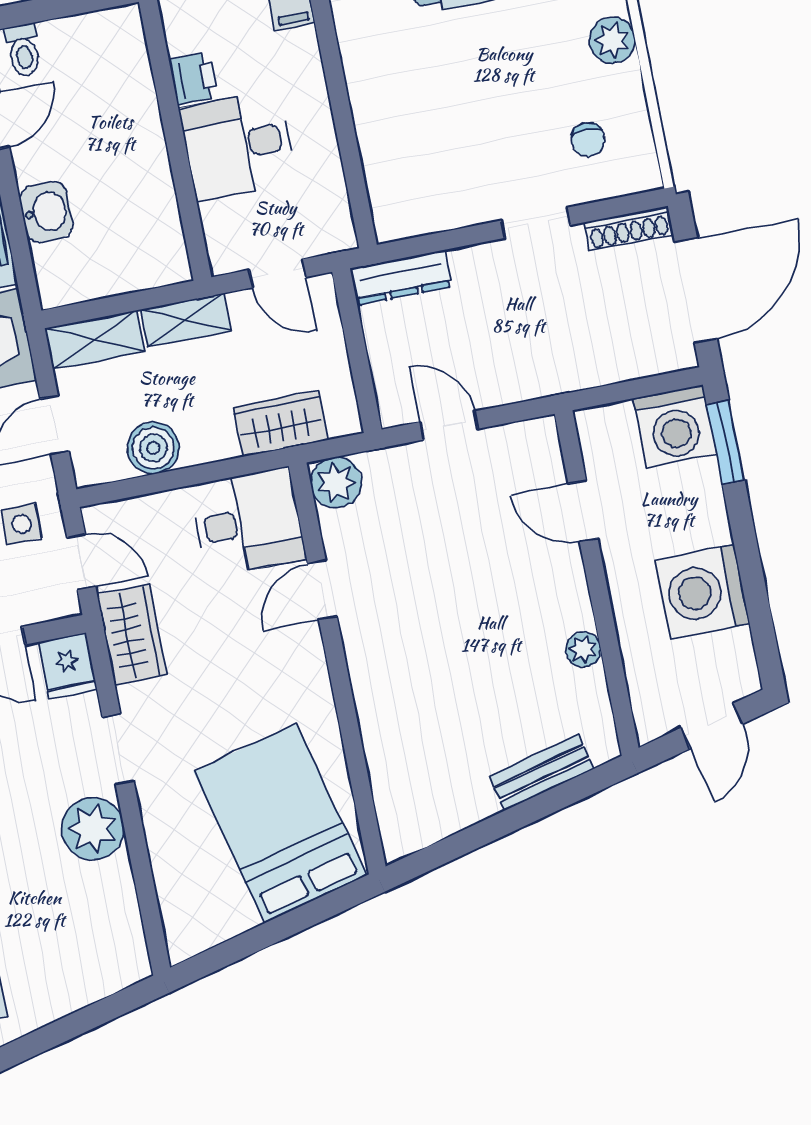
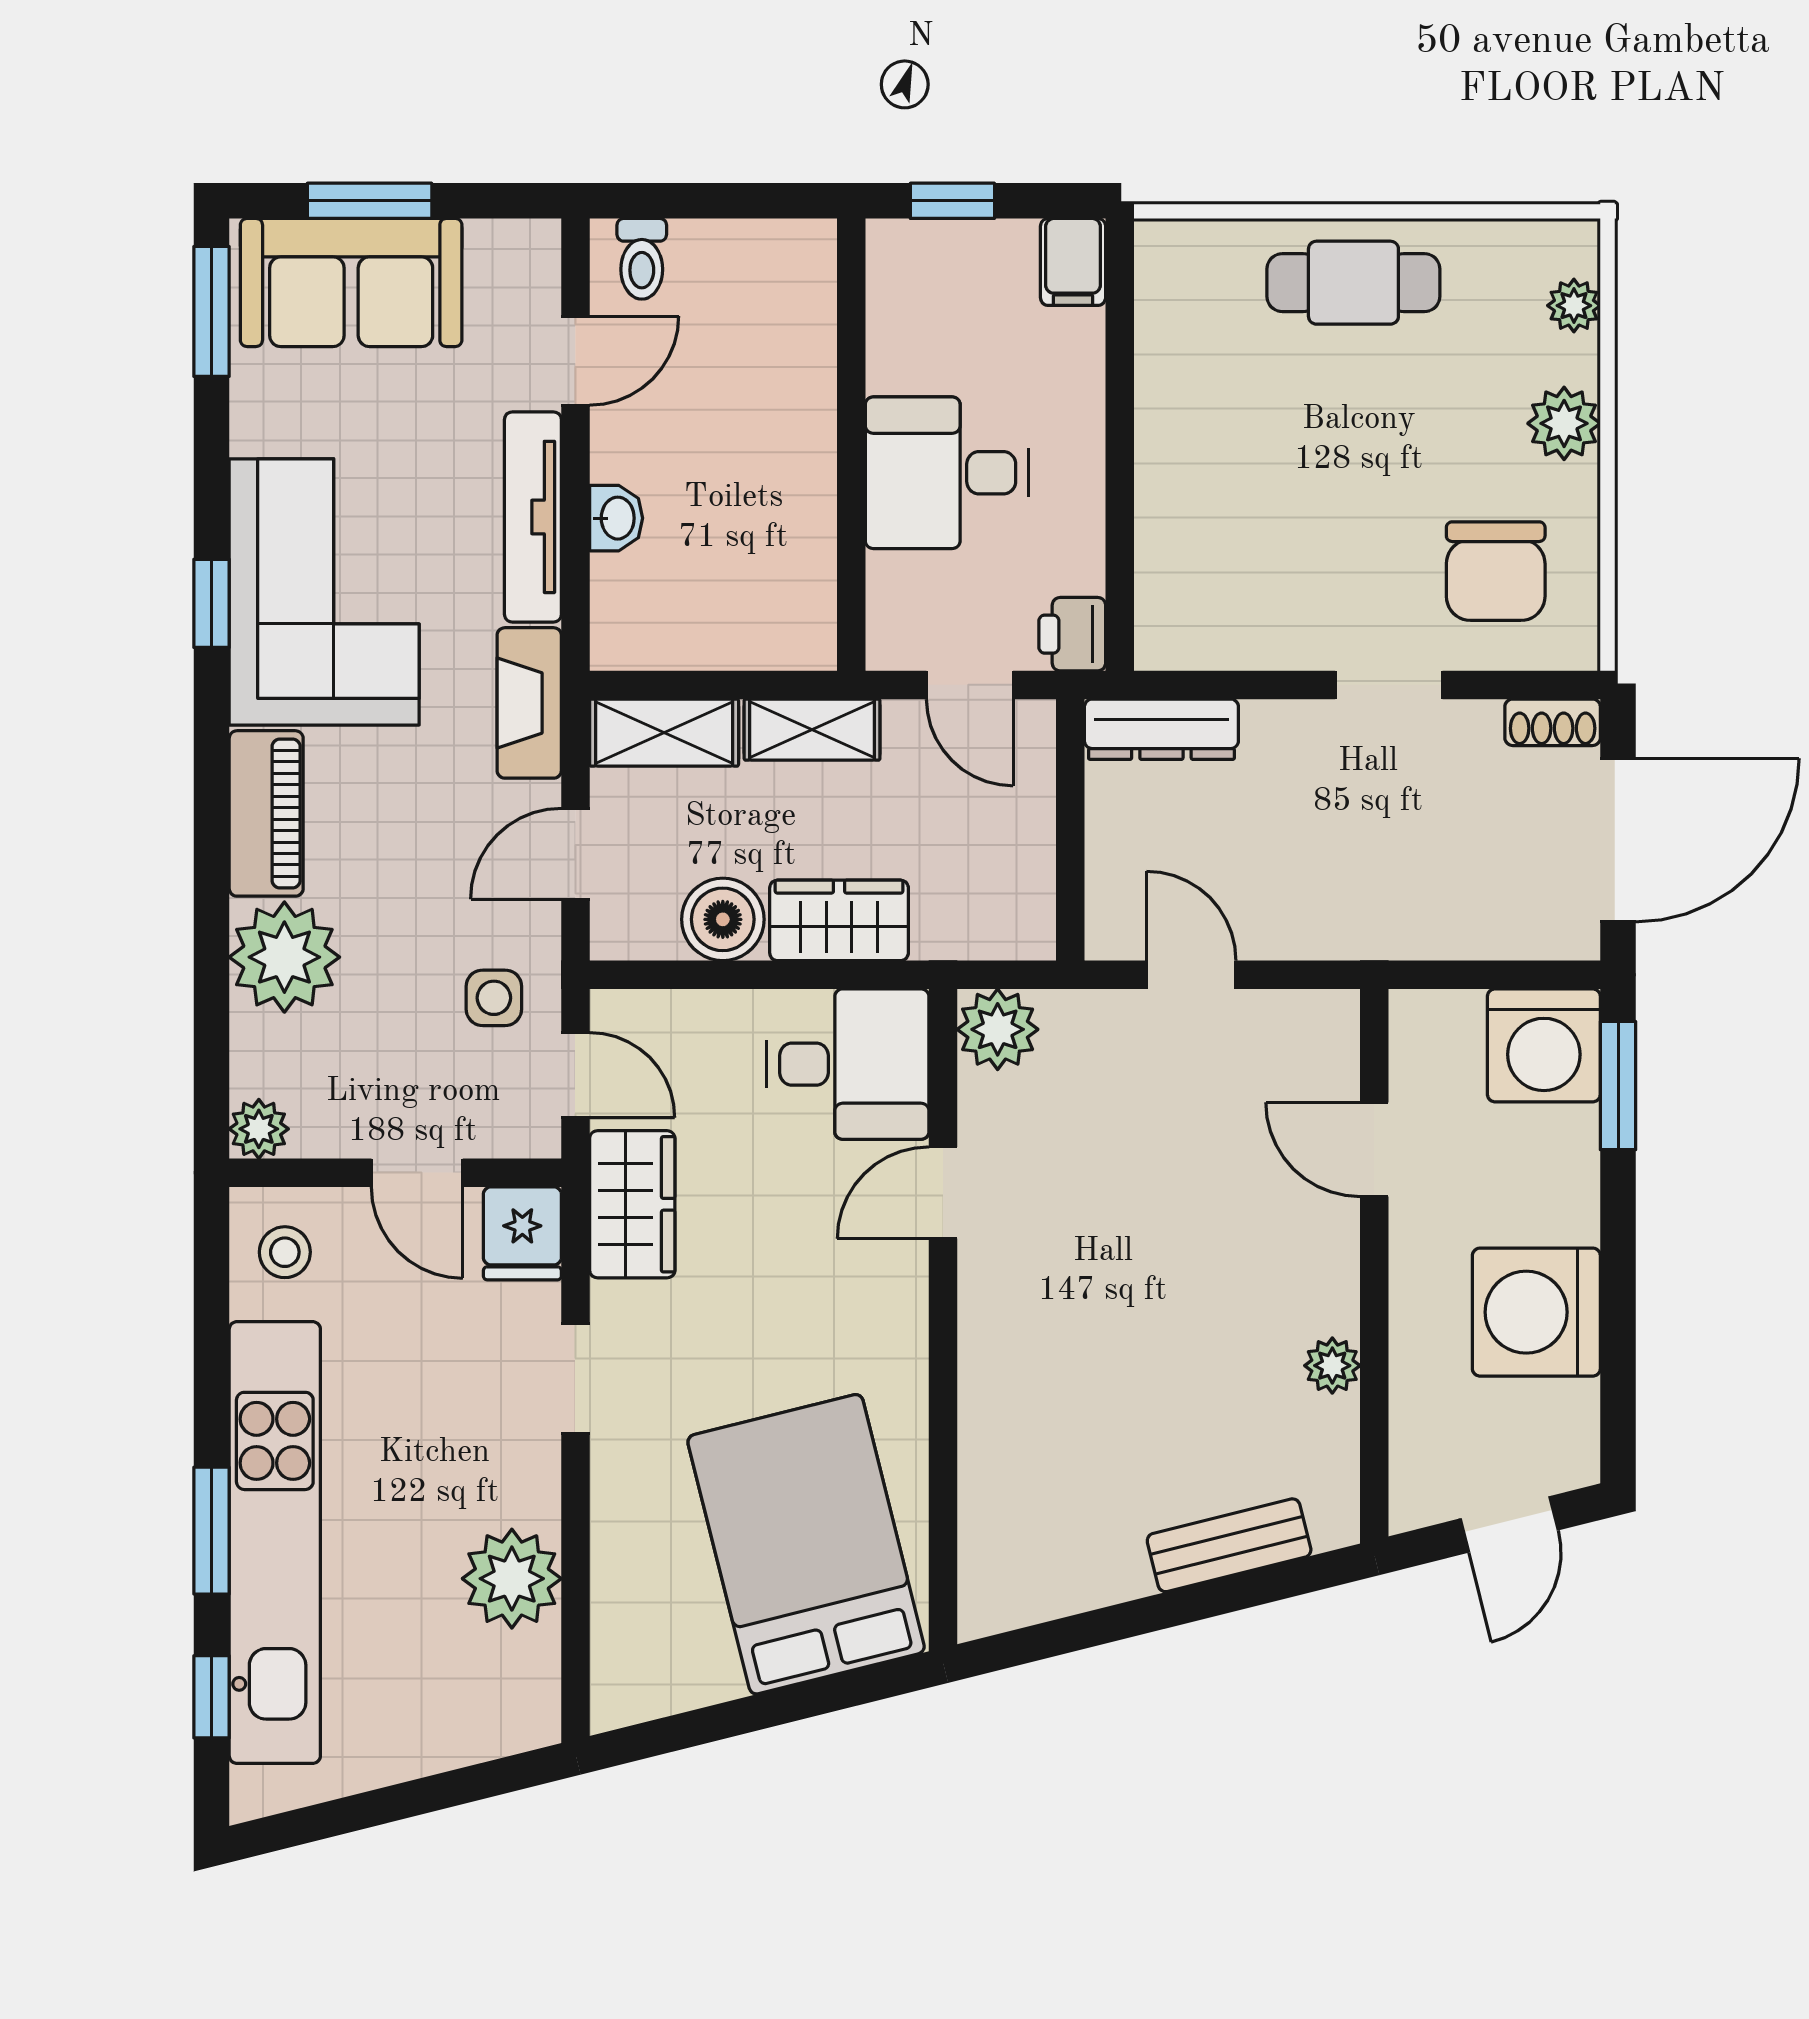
printer: (193, 78) -> (1072, 634), moved, turned 180
chair: (588, 140) -> (1496, 571), width x1.87, depth x1.87
washbasin: (46, 212) -> (616, 518), width x0.72, depth x0.69
shoe rack: (629, 228) -> (1553, 722), width x0.70
wardrobe: (280, 424) -> (839, 920), moved
plant: (93, 829) -> (512, 1579), moved

